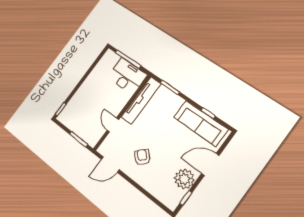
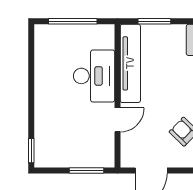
desk: (127, 76) -> (94, 76), moved, turned 90
door: (113, 125) -> (117, 120), swing flipped

